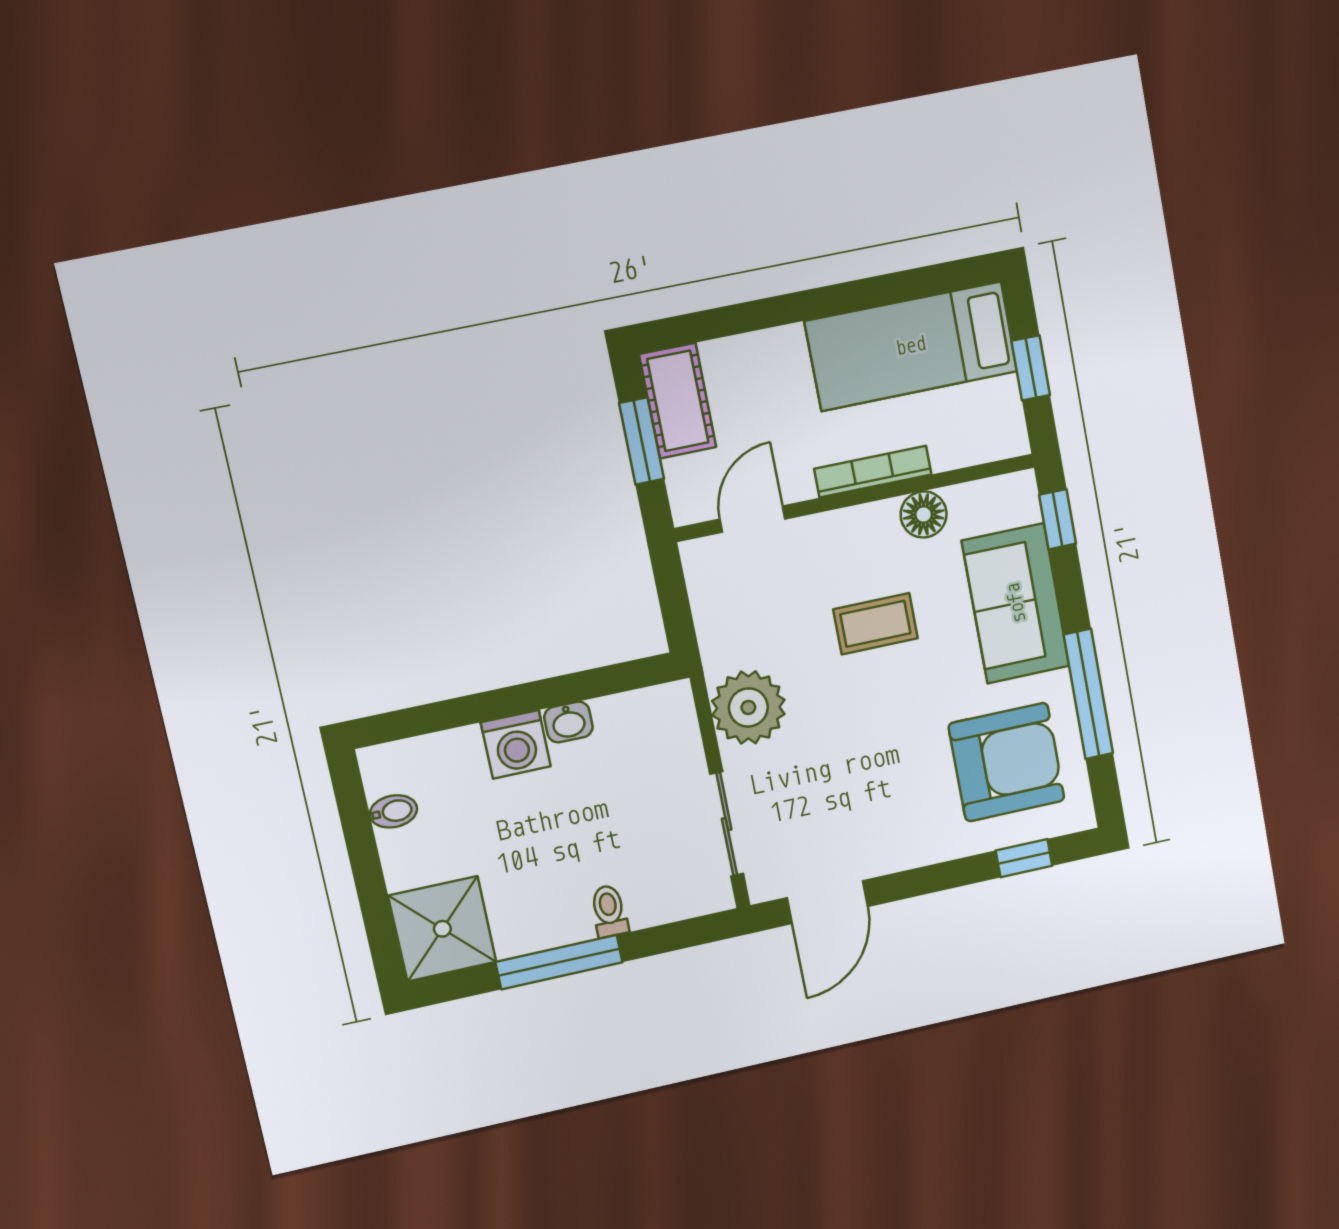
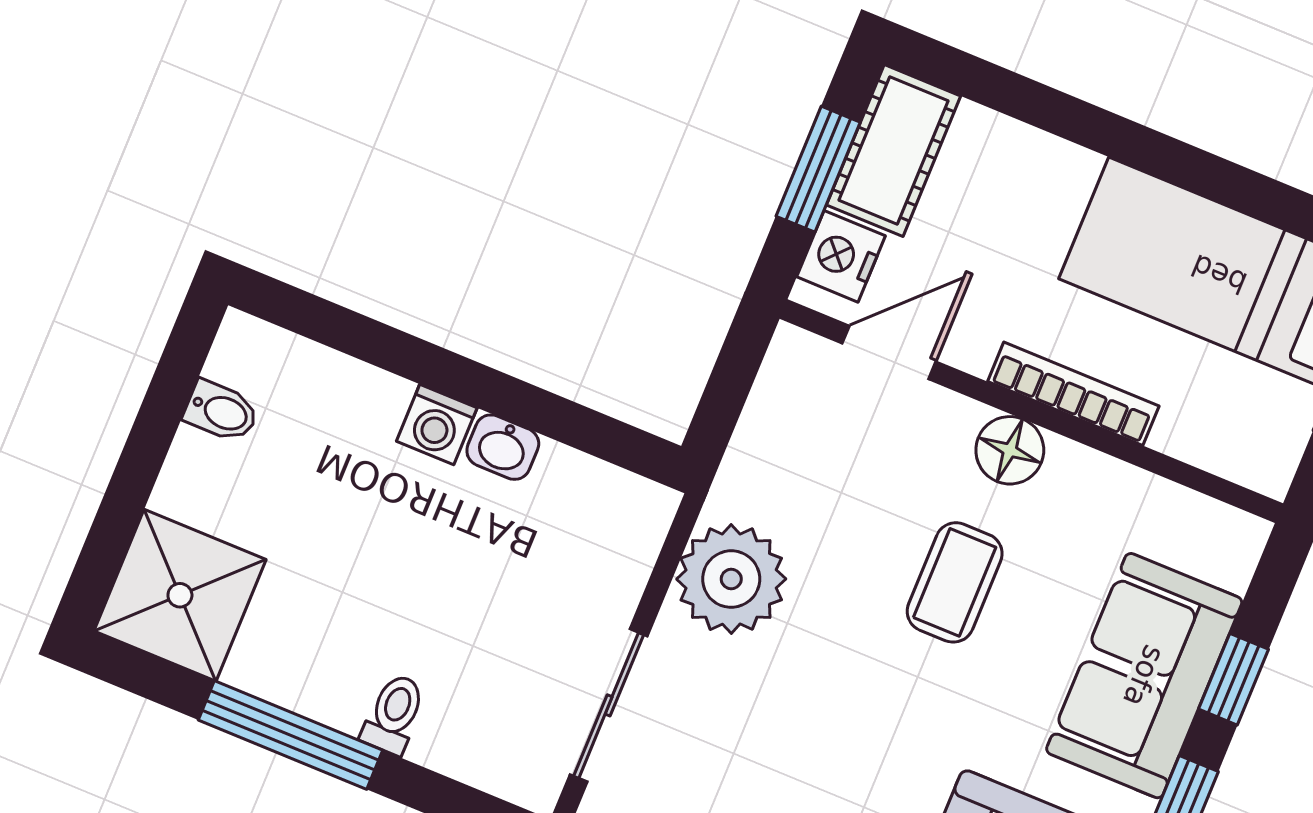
nightstand: (688, 483) -> (841, 256), added
floor lamp: (924, 514) -> (1010, 450), moved
window: (1057, 519) -> (1234, 679), moved
coffee table: (875, 624) -> (955, 582), turned 90
washing machine: (516, 744) -> (437, 425), width x0.73, depth x0.73

